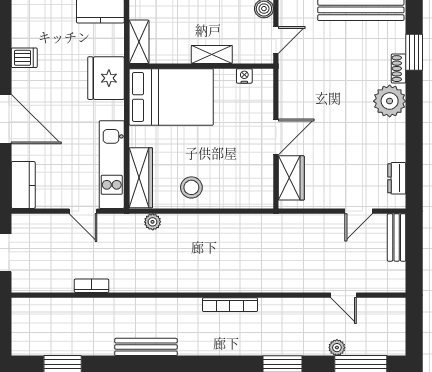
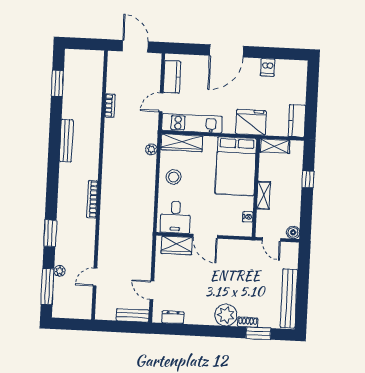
desk: (250, 182) -> (175, 217), added
kitchen counter: (23, 185) -> (172, 77), moved, turned -90

